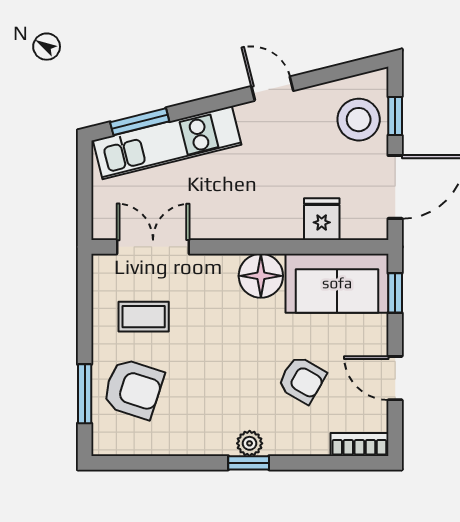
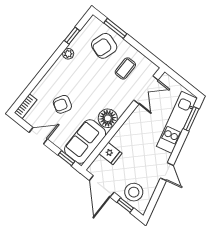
door: (272, 89) -> (167, 172), hinge flipped
plant: (250, 443) -> (68, 54), moved
window: (249, 463) -> (72, 36), moved

